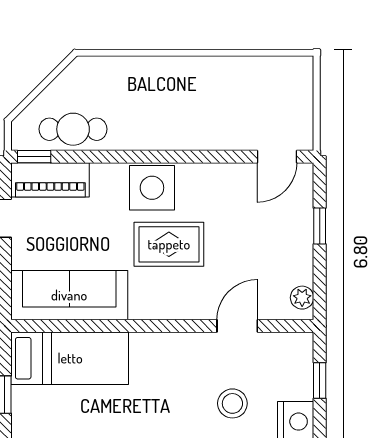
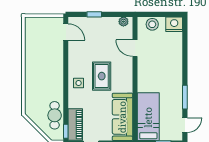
side table: (152, 188) -> (79, 83), width x0.54, depth x0.54
window: (320, 381) -> (157, 14), removed
stool: (232, 403) -> (152, 24), moved

